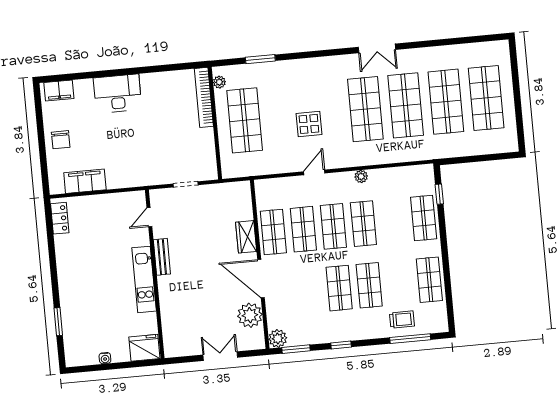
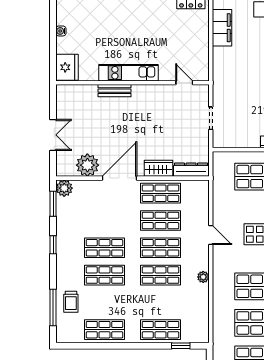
dresser: (244, 201) -> (191, 170), added
bench: (162, 257) -> (114, 91), moved

